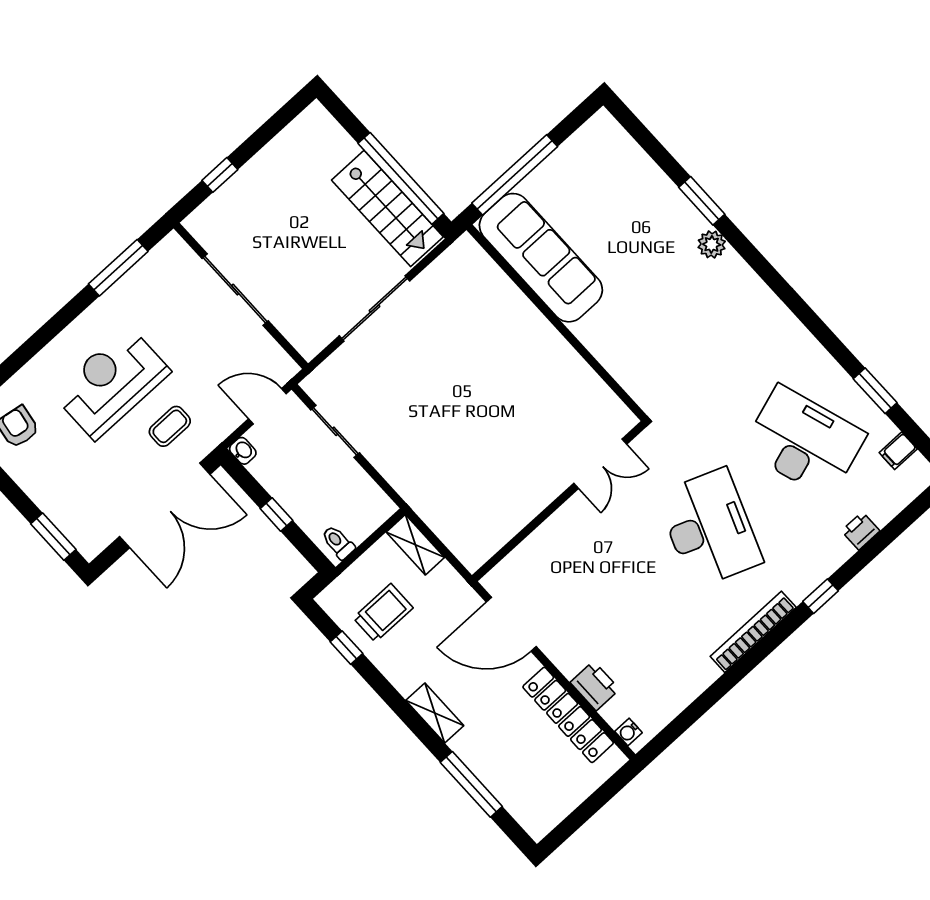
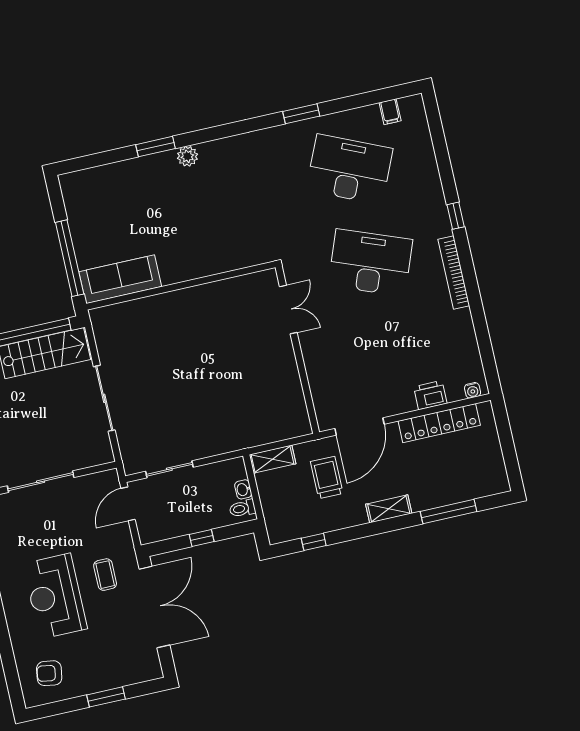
sofa: (541, 258) -> (120, 279), width x0.74, depth x0.79
window: (875, 391) -> (301, 114), moved
desk: (804, 442) -> (349, 169), turned 42
washbasin: (243, 451) -> (243, 489), moved, turned -90
printer: (861, 531) -> (428, 166), removed
window: (53, 537) -> (106, 697), moved
trolley: (383, 613) -> (327, 477), moved

